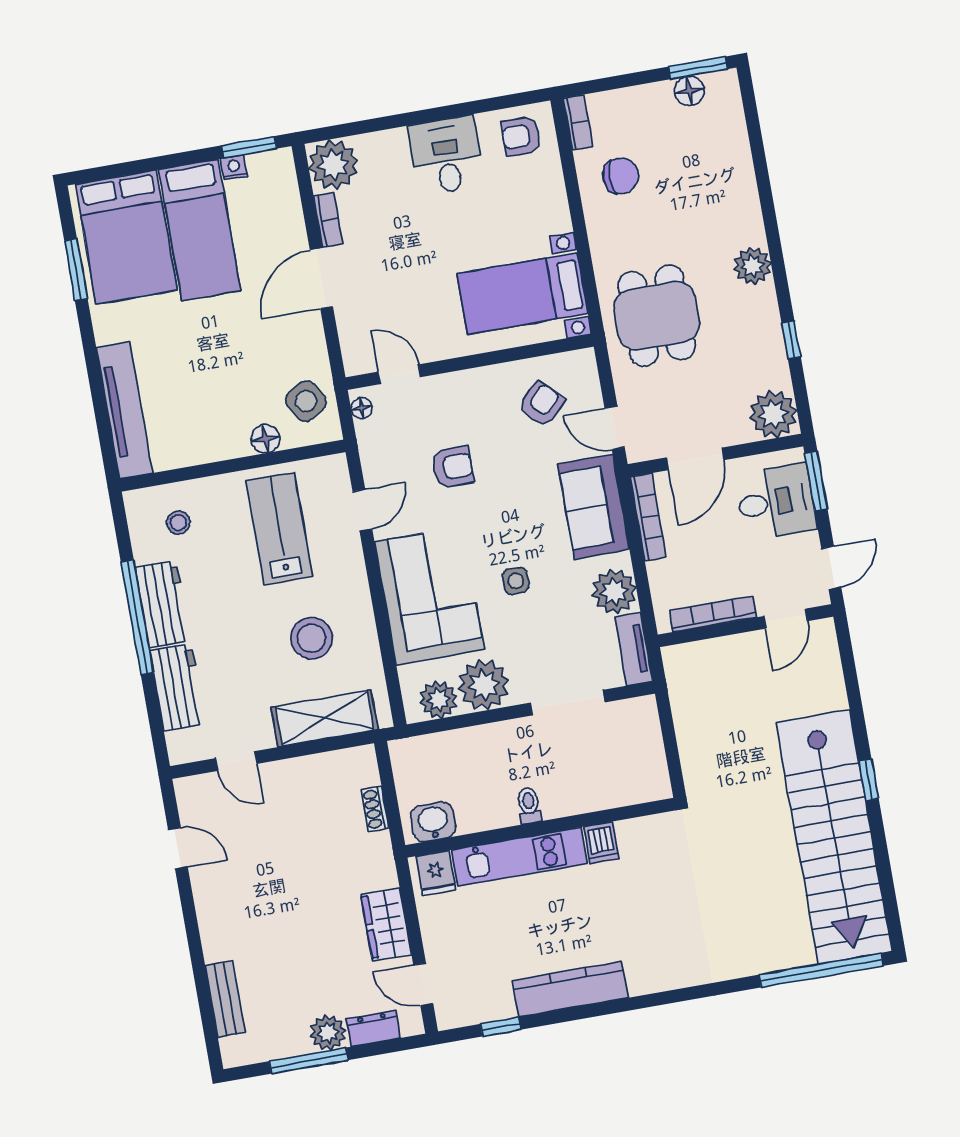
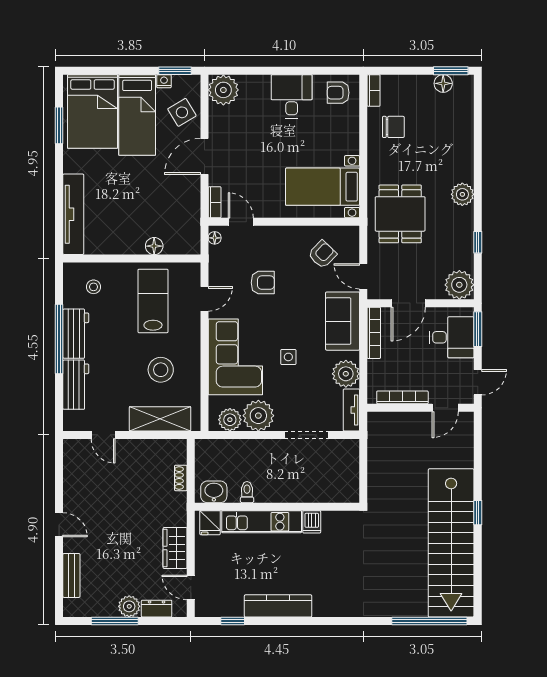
bookcase: (328, 220) -> (215, 202), moved
side table: (306, 401) -> (182, 112), moved
toilet: (529, 805) -> (247, 492), moved
door: (178, 848) -> (59, 525), moved

